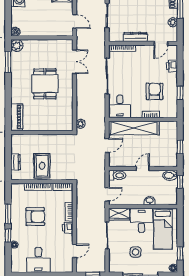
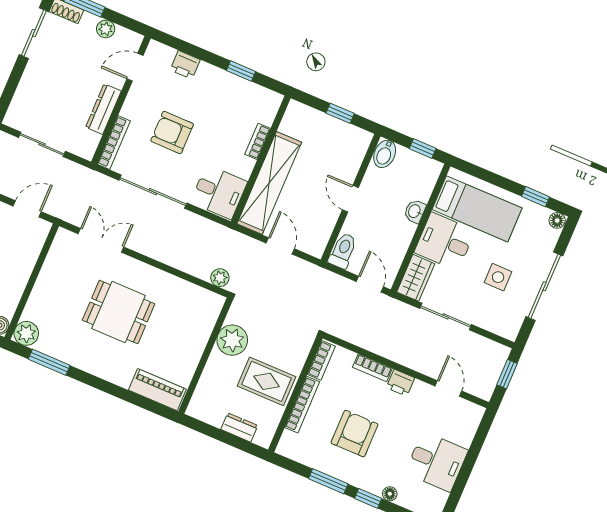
door: (161, 43) -> (135, 67), swing flipped
armchair: (155, 91) -> (172, 133), moved
plant: (54, 142) -> (232, 340), added
window: (180, 182) -> (423, 148), moved

